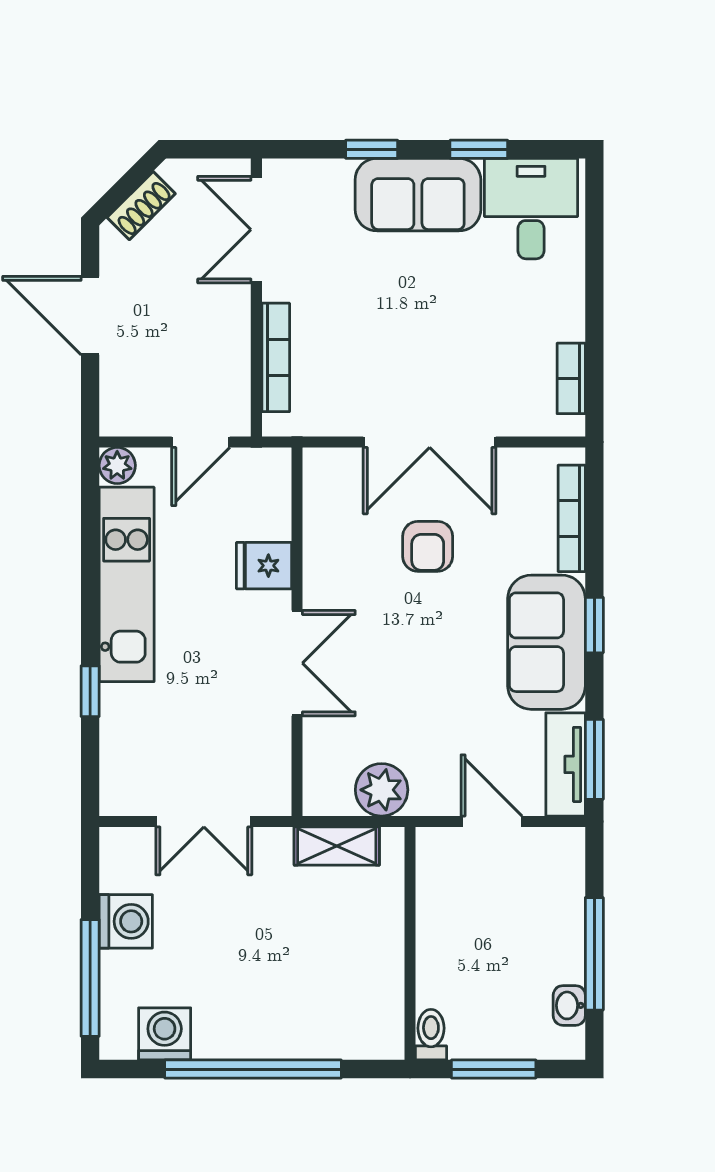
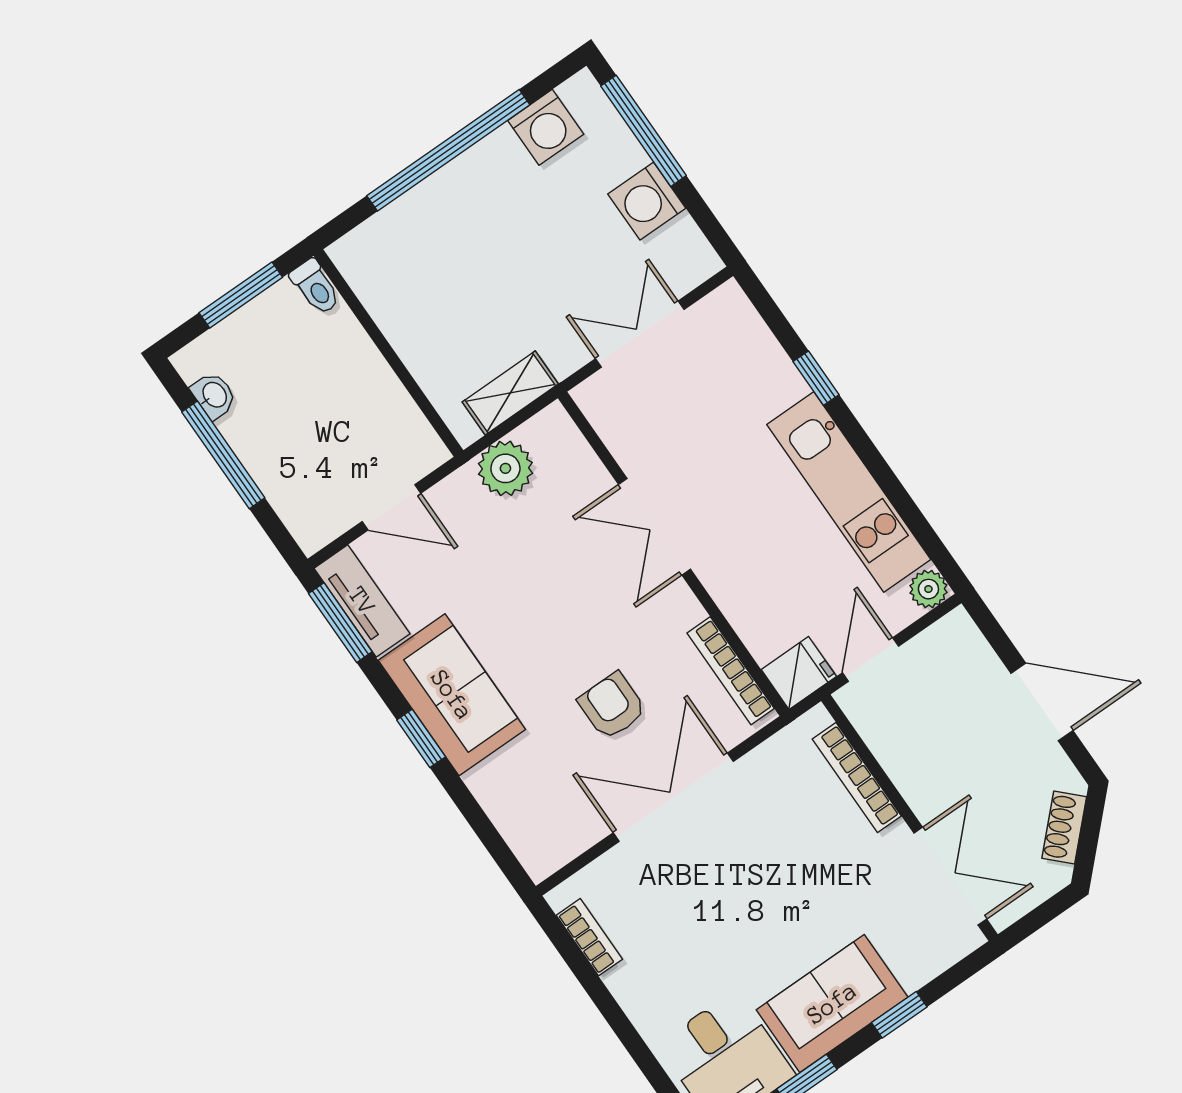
bookcase: (572, 518) -> (731, 671), moved, turned 180
fridge: (264, 566) -> (799, 673), moved

